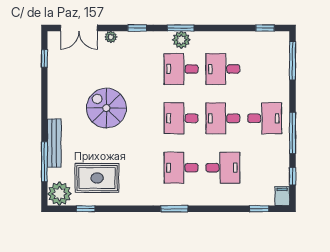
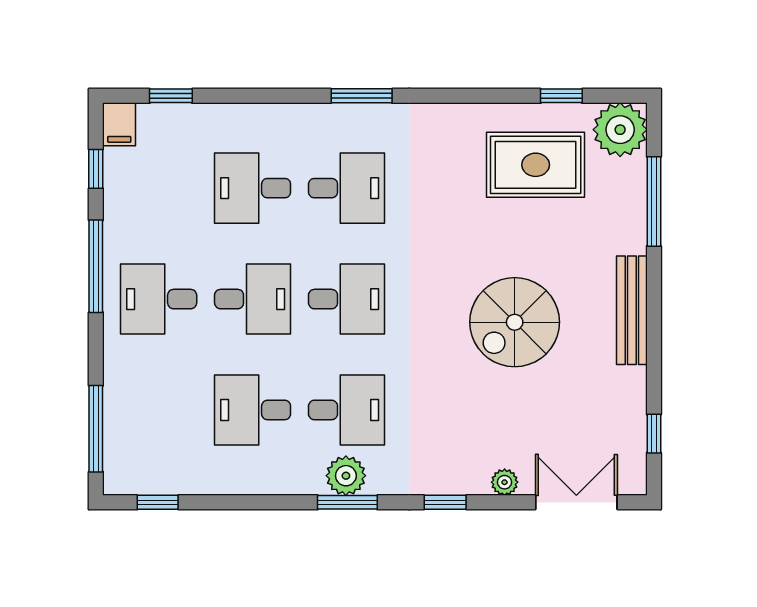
desk: (223, 69) -> (253, 410), turned 180
spiral stairs: (106, 108) -> (515, 322), turned 90
bench: (54, 143) -> (632, 310), moved

